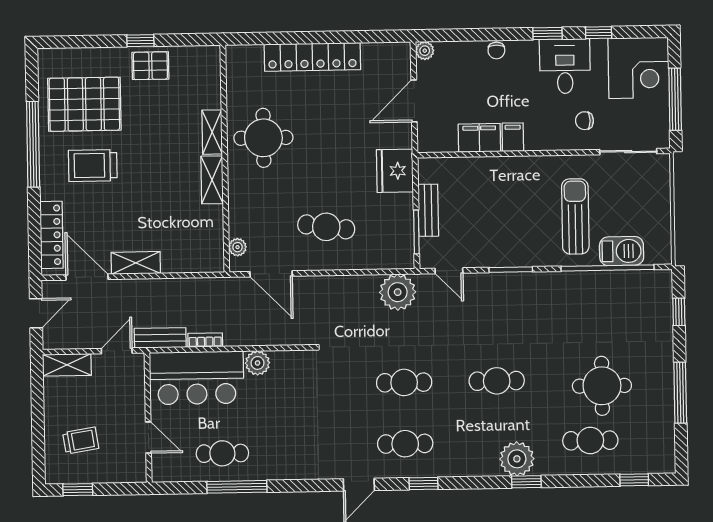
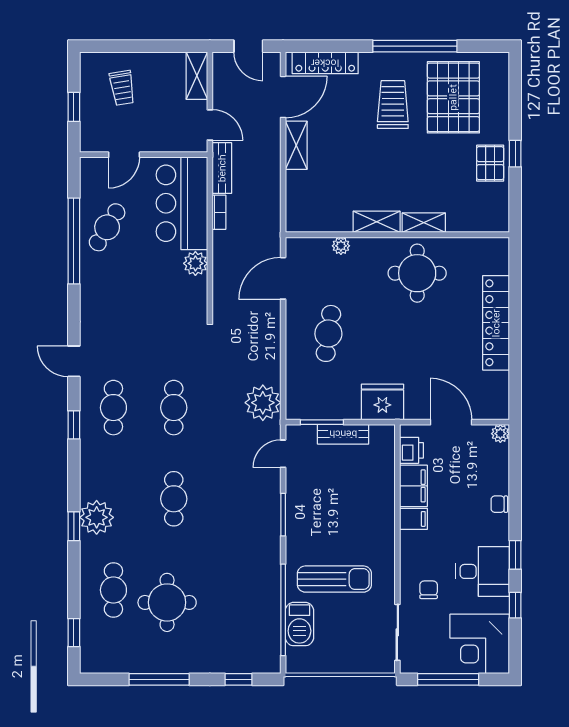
printer: (443, 141) -> (411, 450), added
plant: (238, 247) -> (341, 246), moved
cafe table: (222, 453) -> (107, 227), turned 31
window: (237, 487) -> (74, 241), width x1.46
window: (78, 490) -> (74, 107), moved

